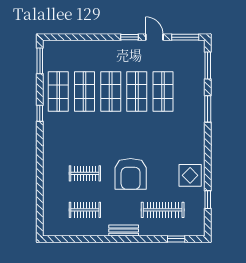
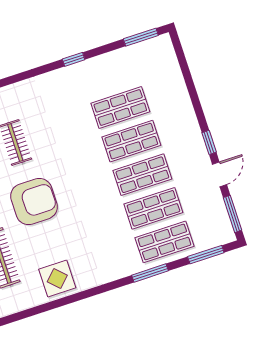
shop shelf: (58, 92) -> (164, 242), moved
armchair: (131, 174) -> (34, 201), turned 180
window: (208, 200) -> (34, 311), removed

